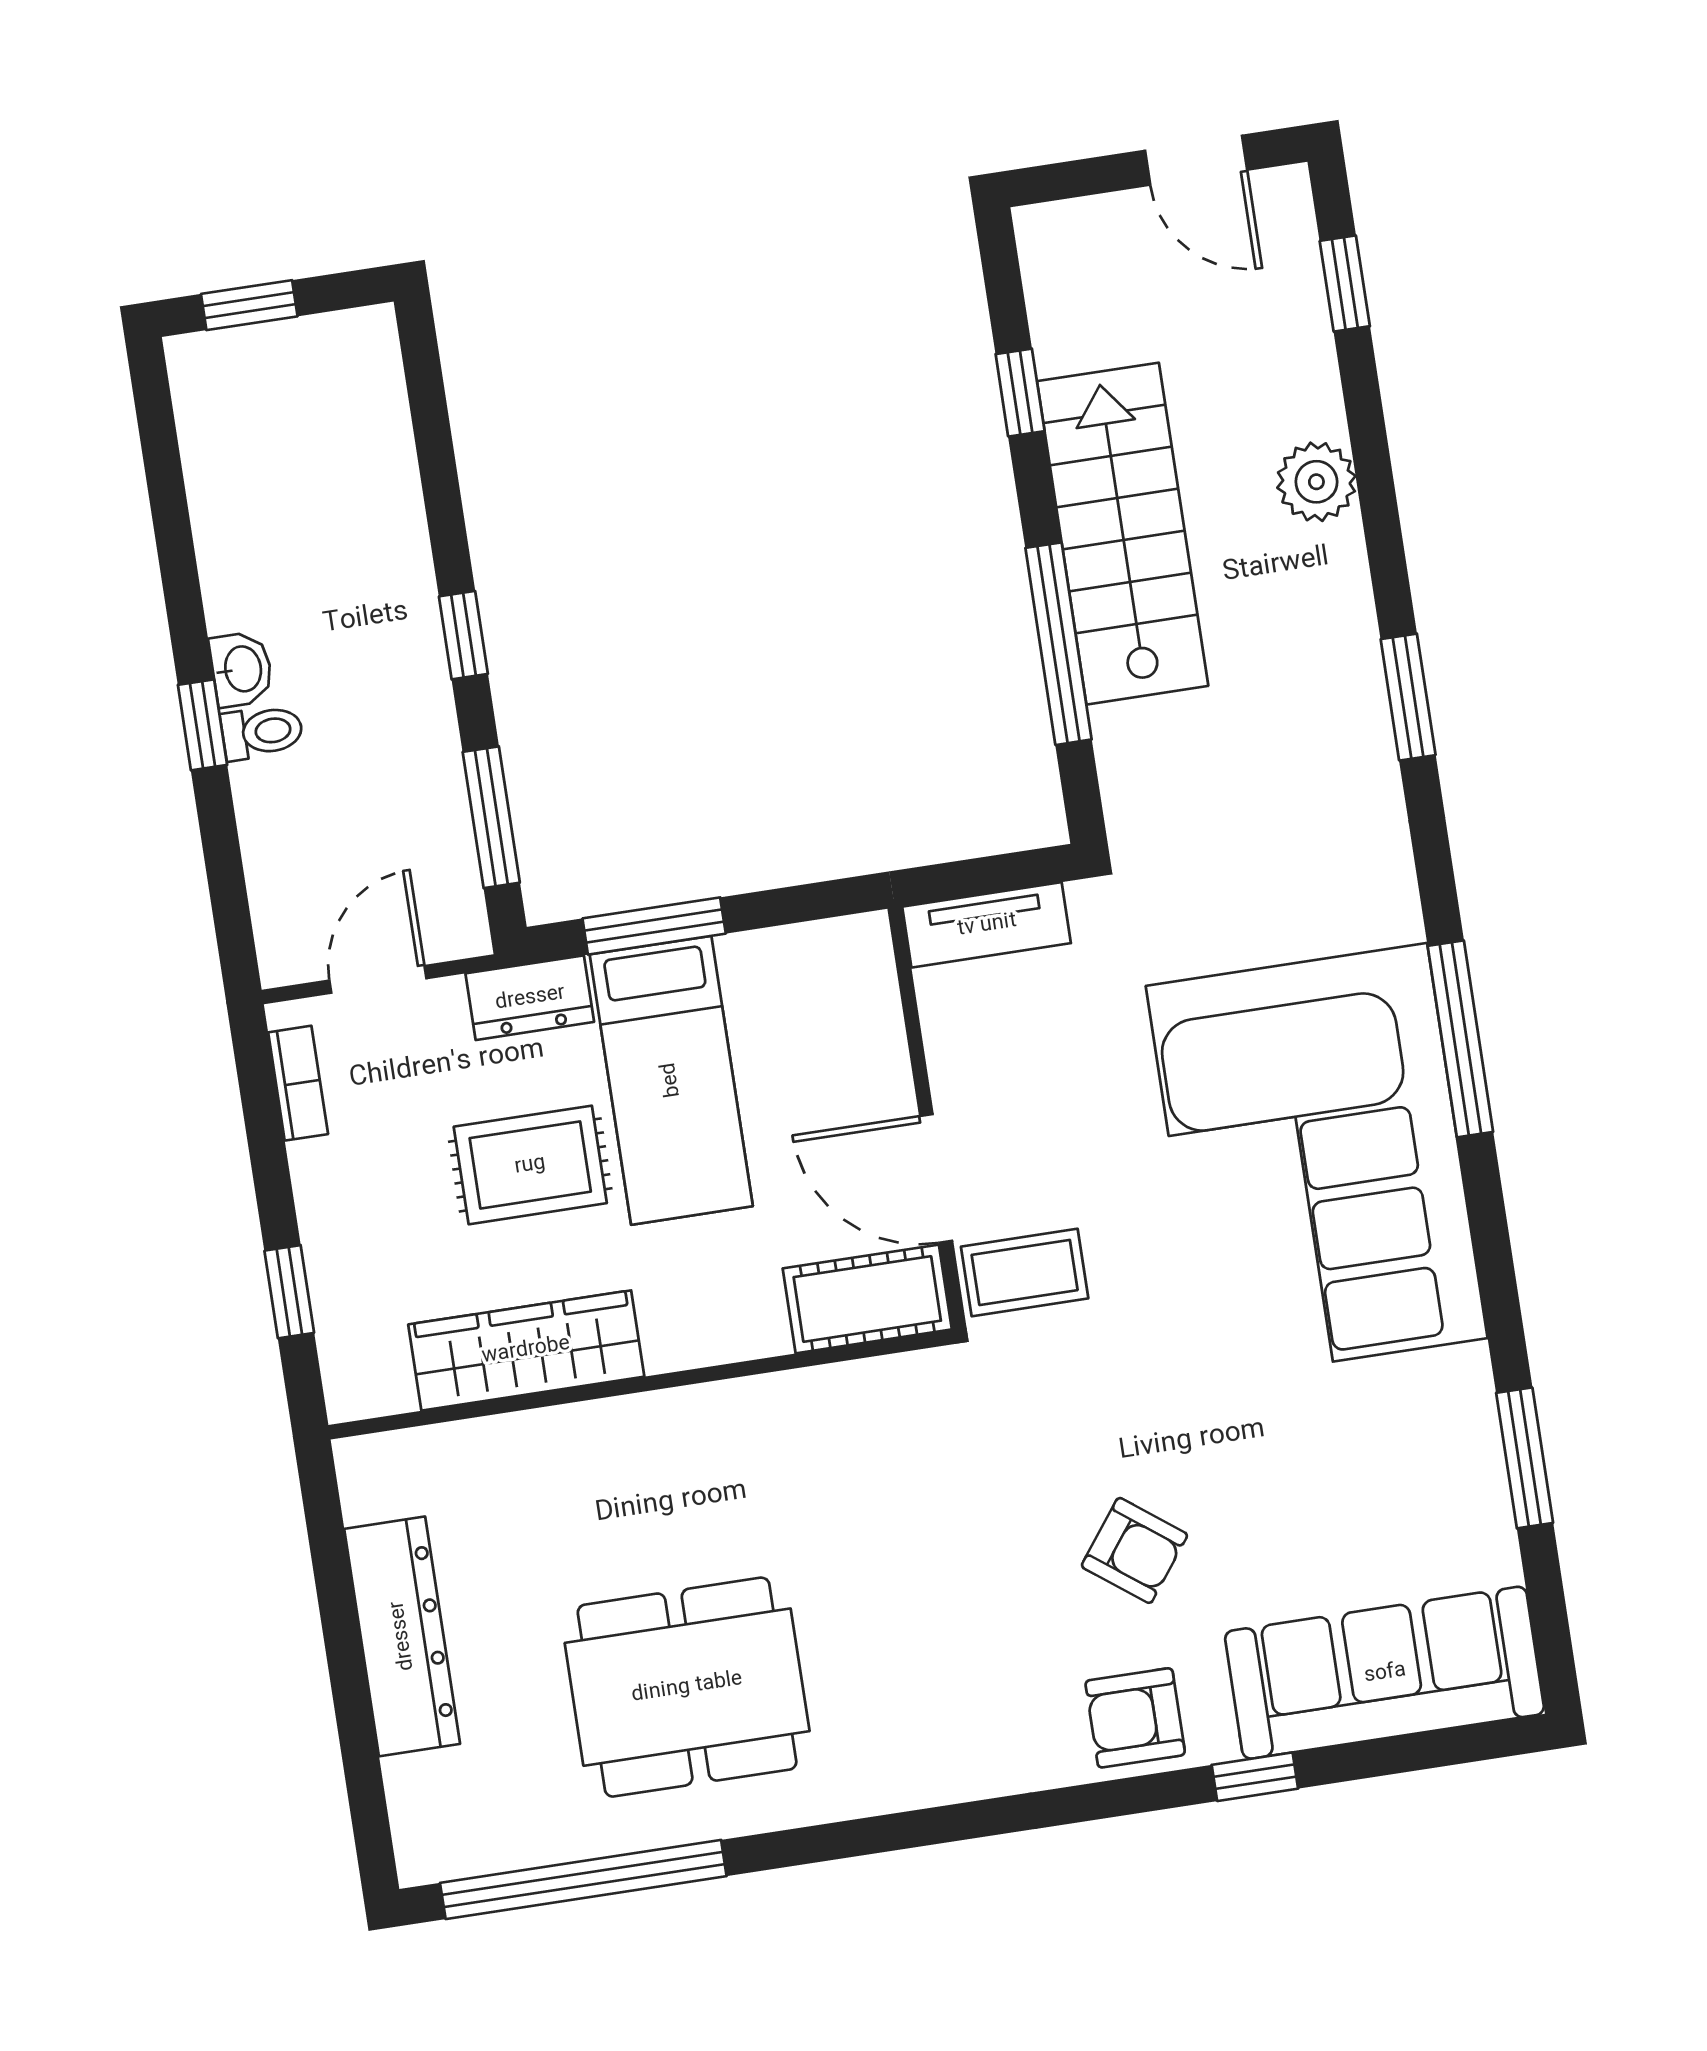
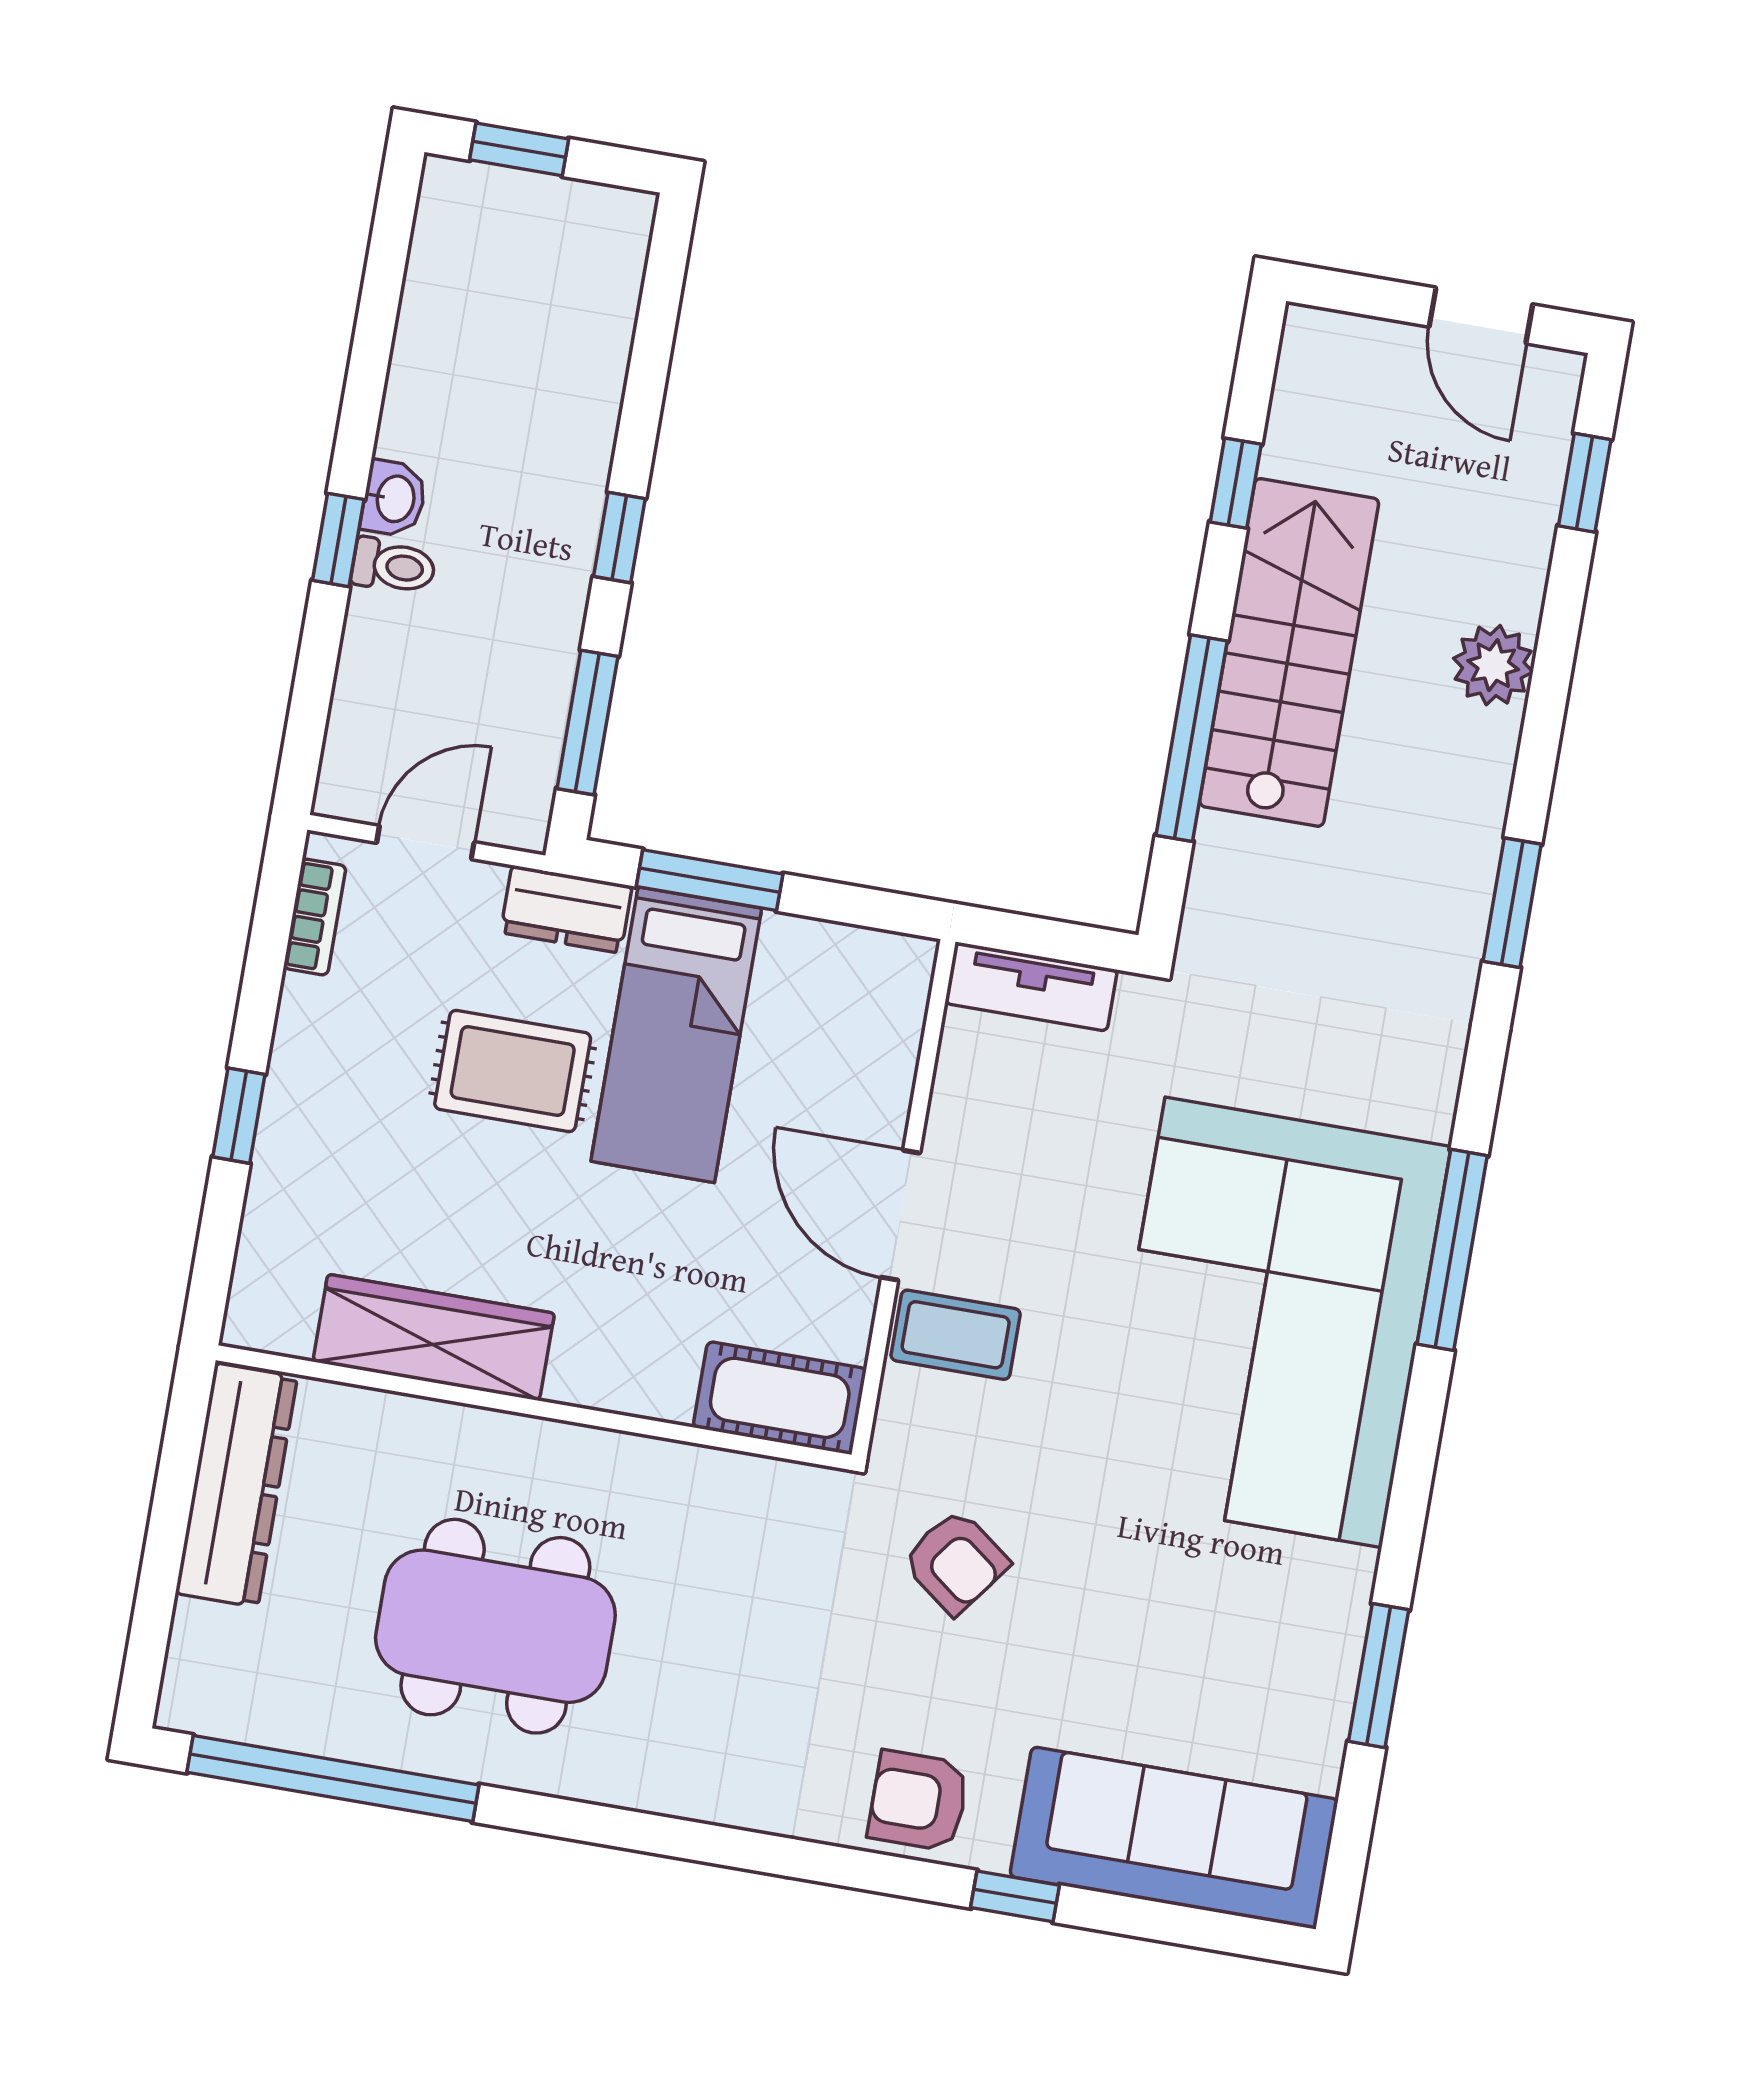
cot: (867, 1299) -> (780, 1398), moved
wardrobe: (526, 1350) -> (434, 1337), moved
wall: (641, 1384) -> (534, 1407), moved
armchair: (1134, 1550) -> (956, 1562), moved

